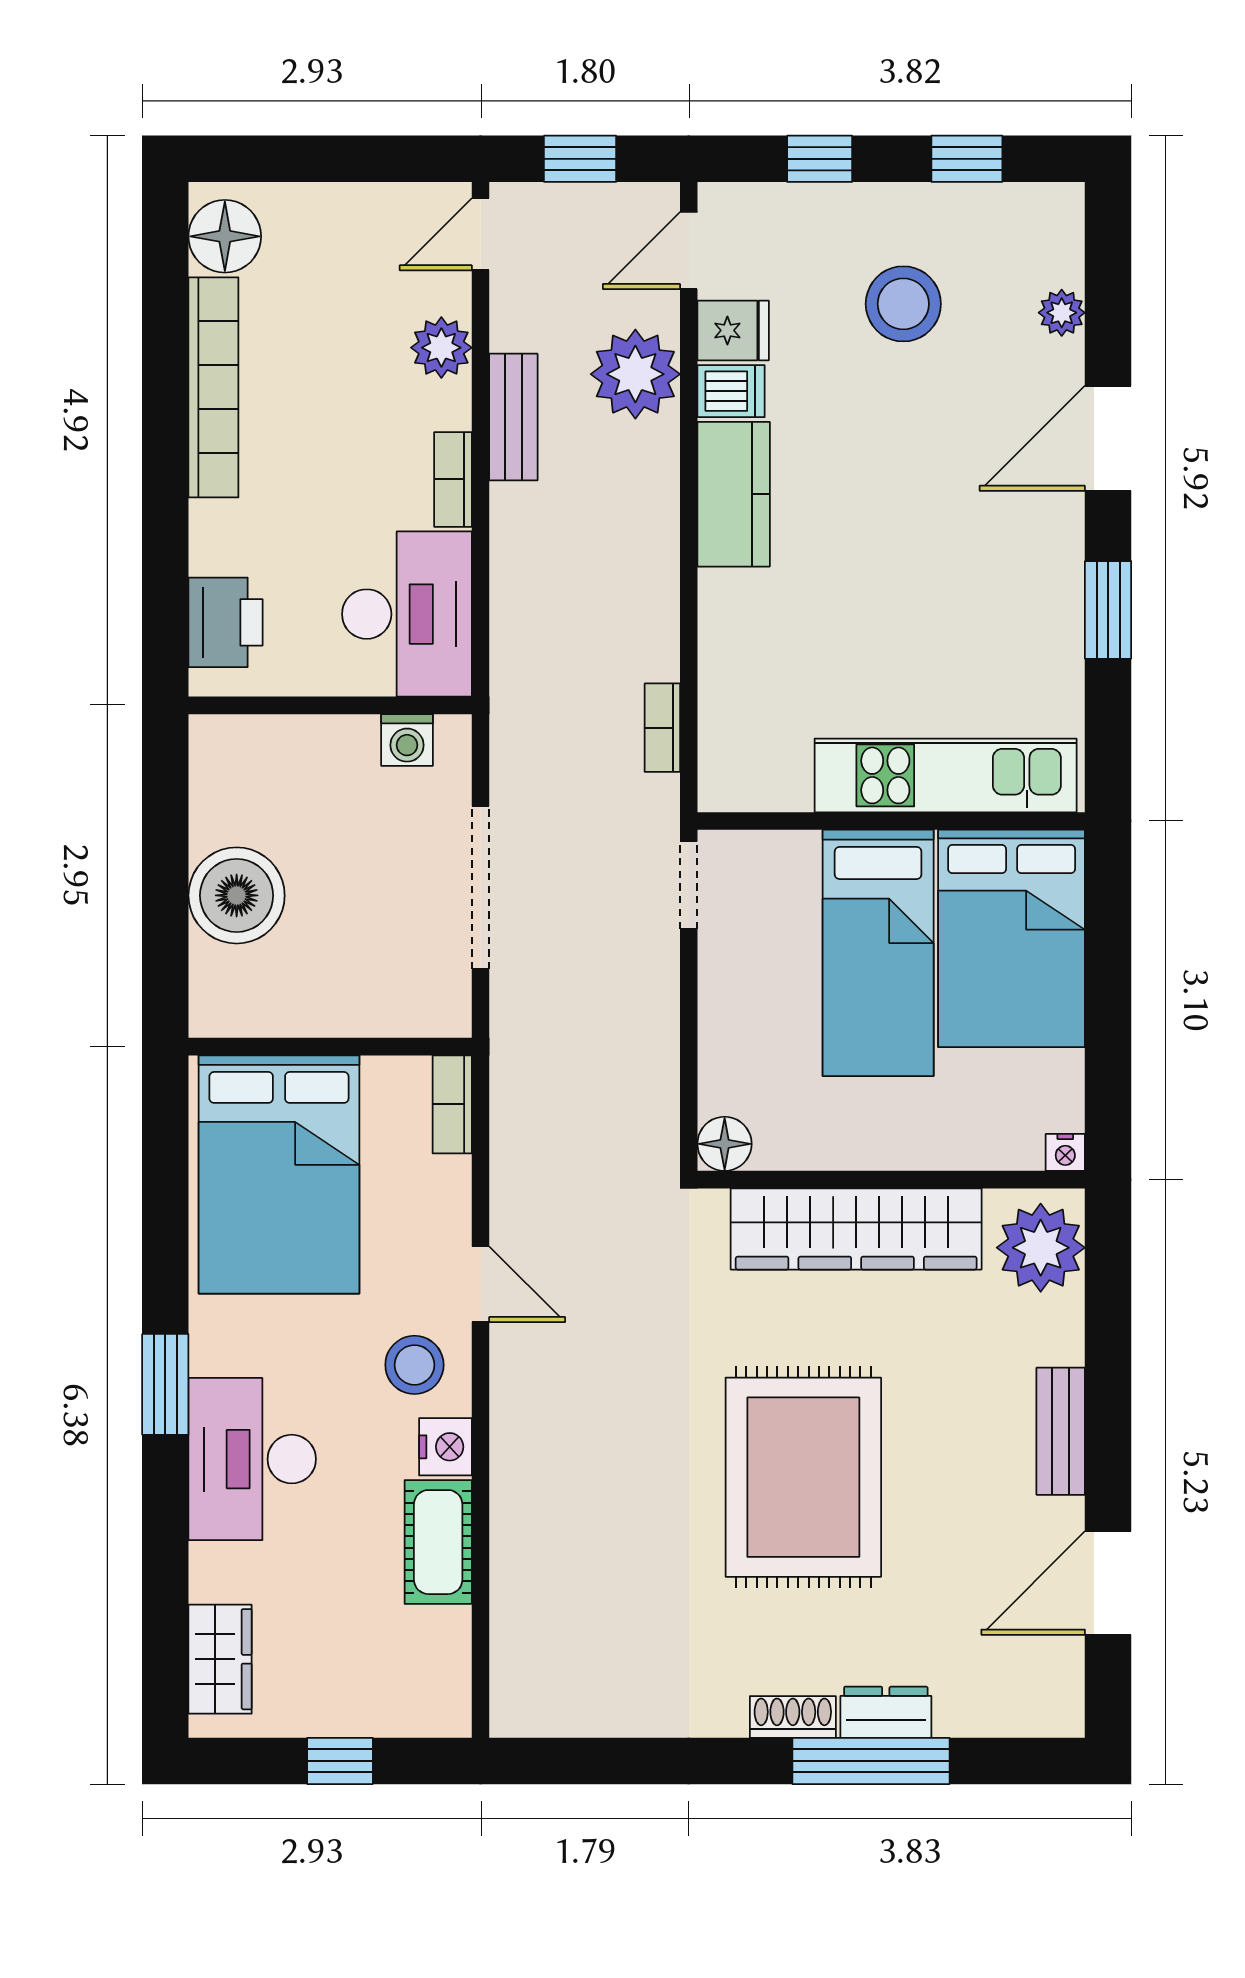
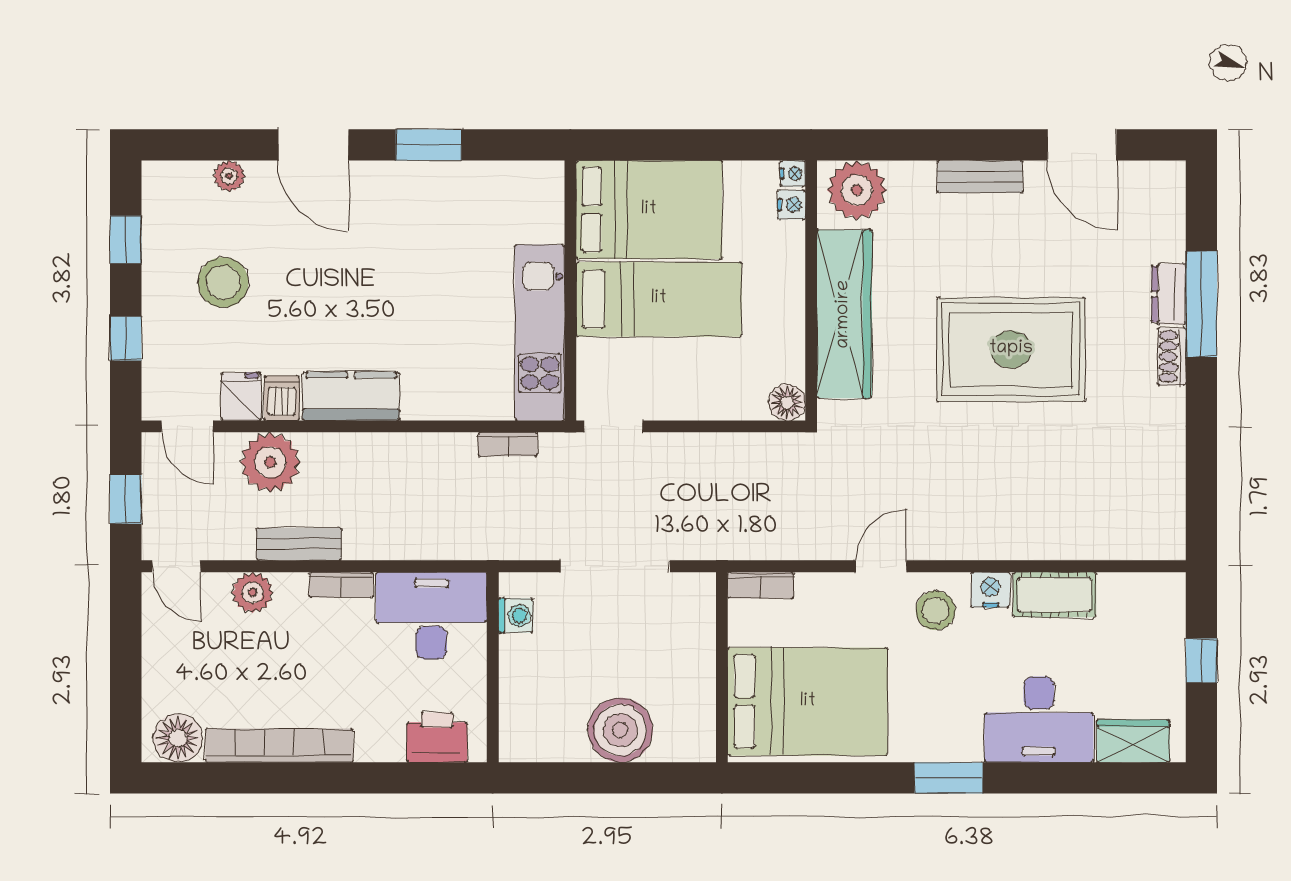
kitchen unit: (946, 775) -> (540, 333), moved
nightstand: (1019, 1150) -> (791, 205), added
desk: (252, 1459) -> (1039, 719), moved

